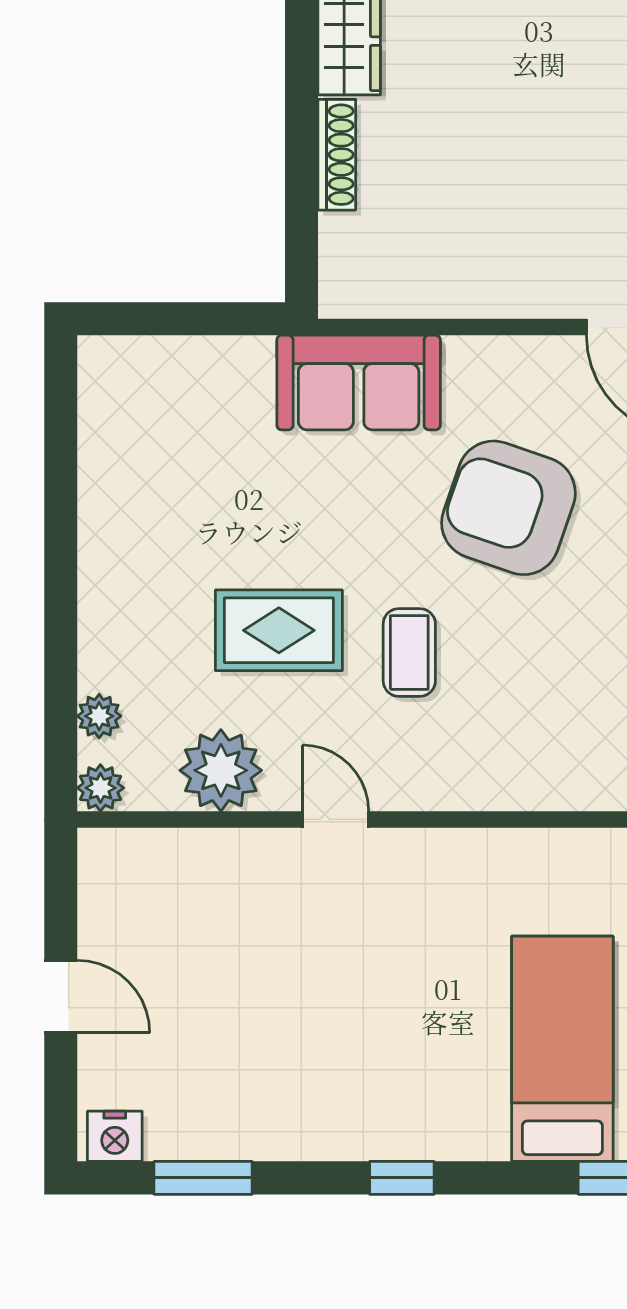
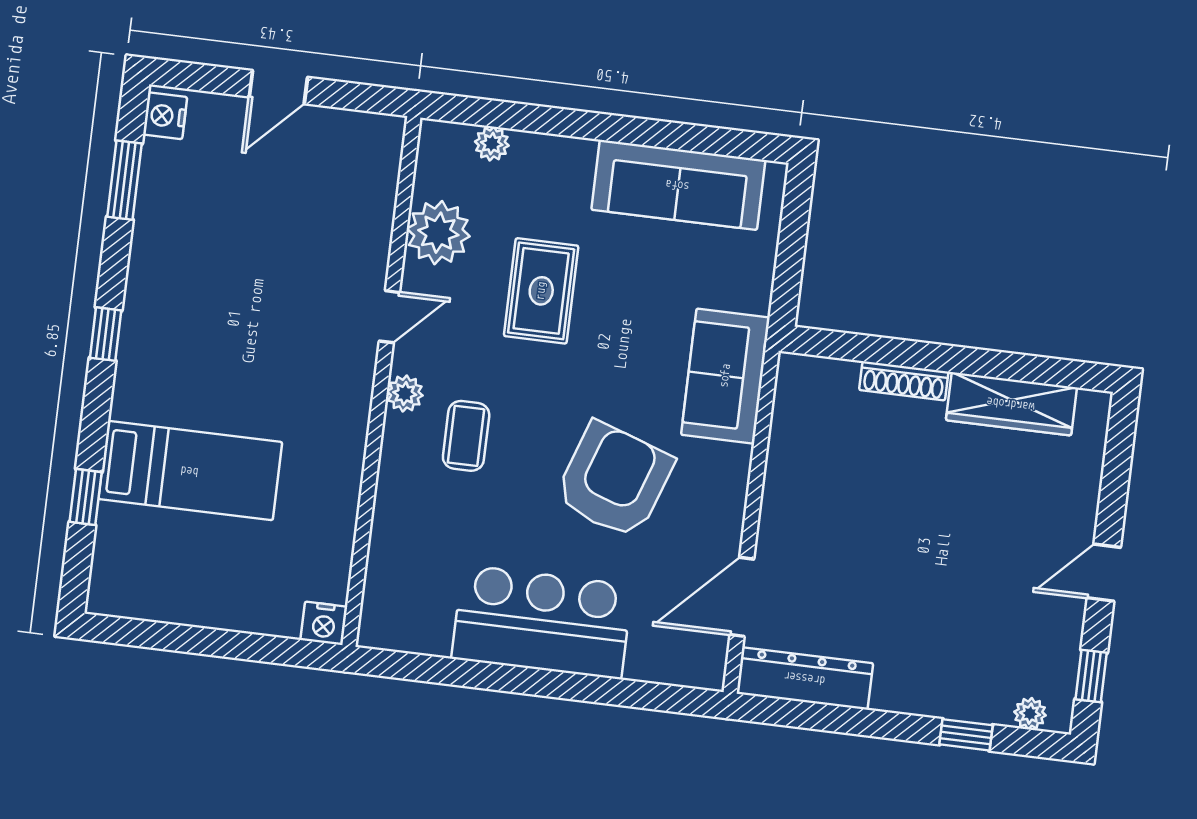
sofa: (123, 472) -> (678, 185), added
coffee table: (409, 652) -> (466, 436), moved, turned 90
plant: (100, 788) -> (405, 394), moved

